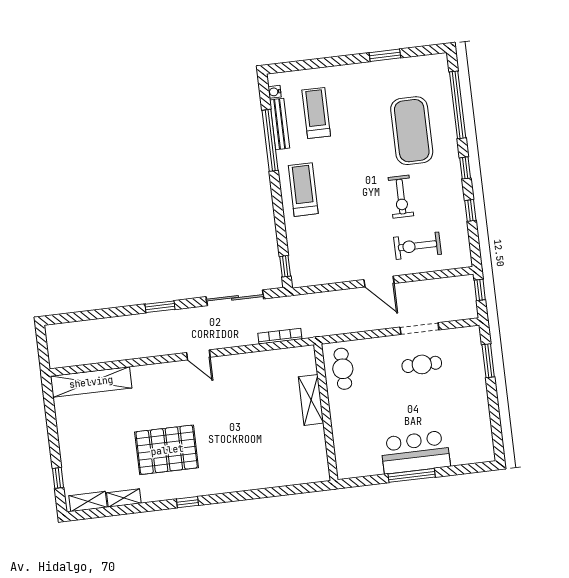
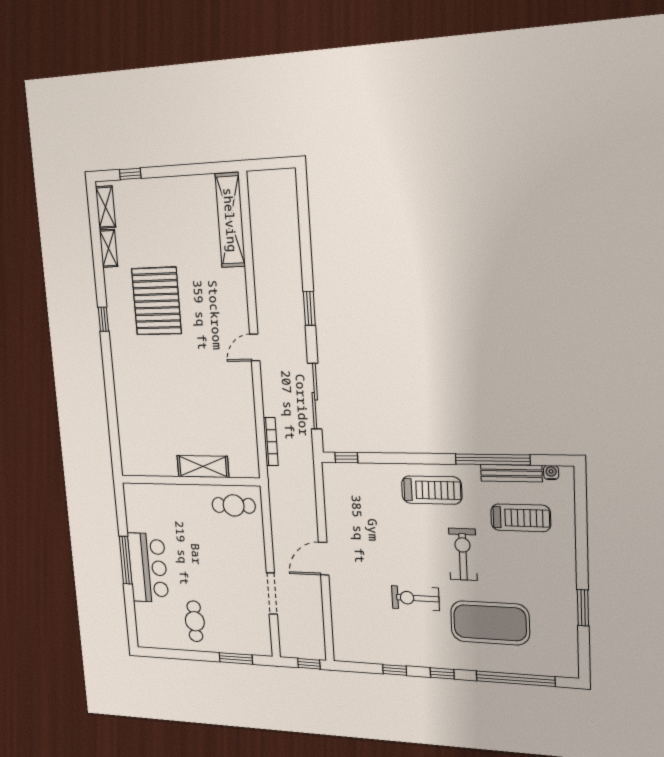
exercise bike: (418, 246) -> (463, 554), moved
cafe table: (422, 364) -> (195, 621), moved

